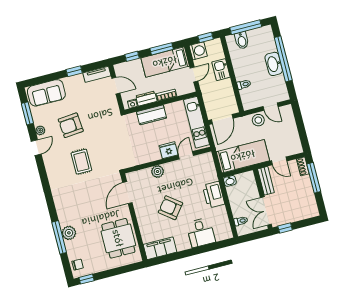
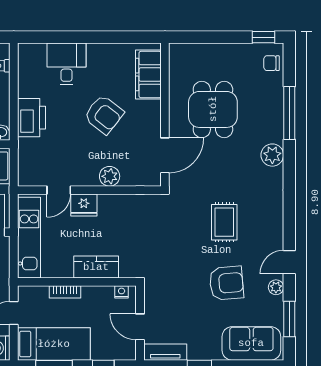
dresser: (146, 99) -> (98, 294), removed
plant: (69, 233) -> (272, 155), moved
dining table: (118, 238) -> (213, 109), moved
filing cabinet: (160, 248) -> (148, 75), moved, turned 90

